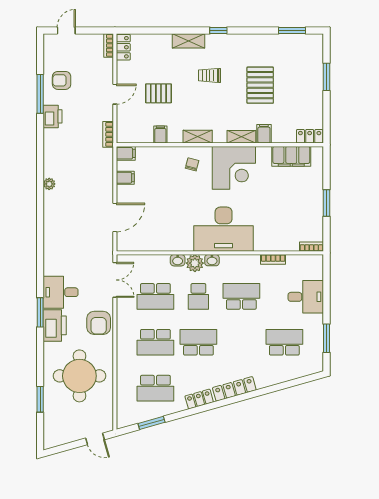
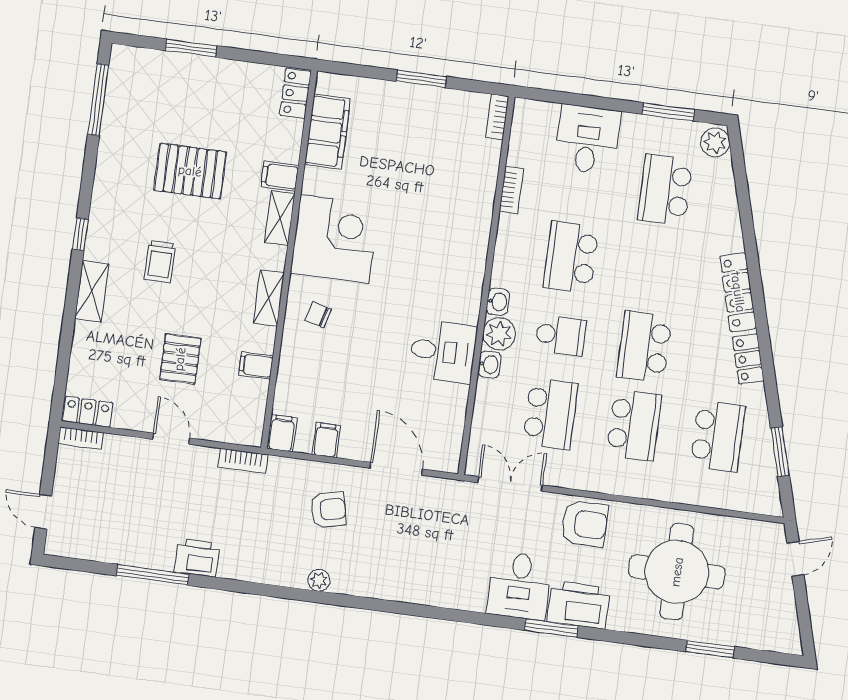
window: (292, 31) -> (98, 100), width x1.44
armchair: (62, 80) -> (328, 510), moved, turned -103
desk: (224, 229) -> (443, 352), moved, width x0.53, depth x0.77
plant: (313, 366) -> (715, 142), added

